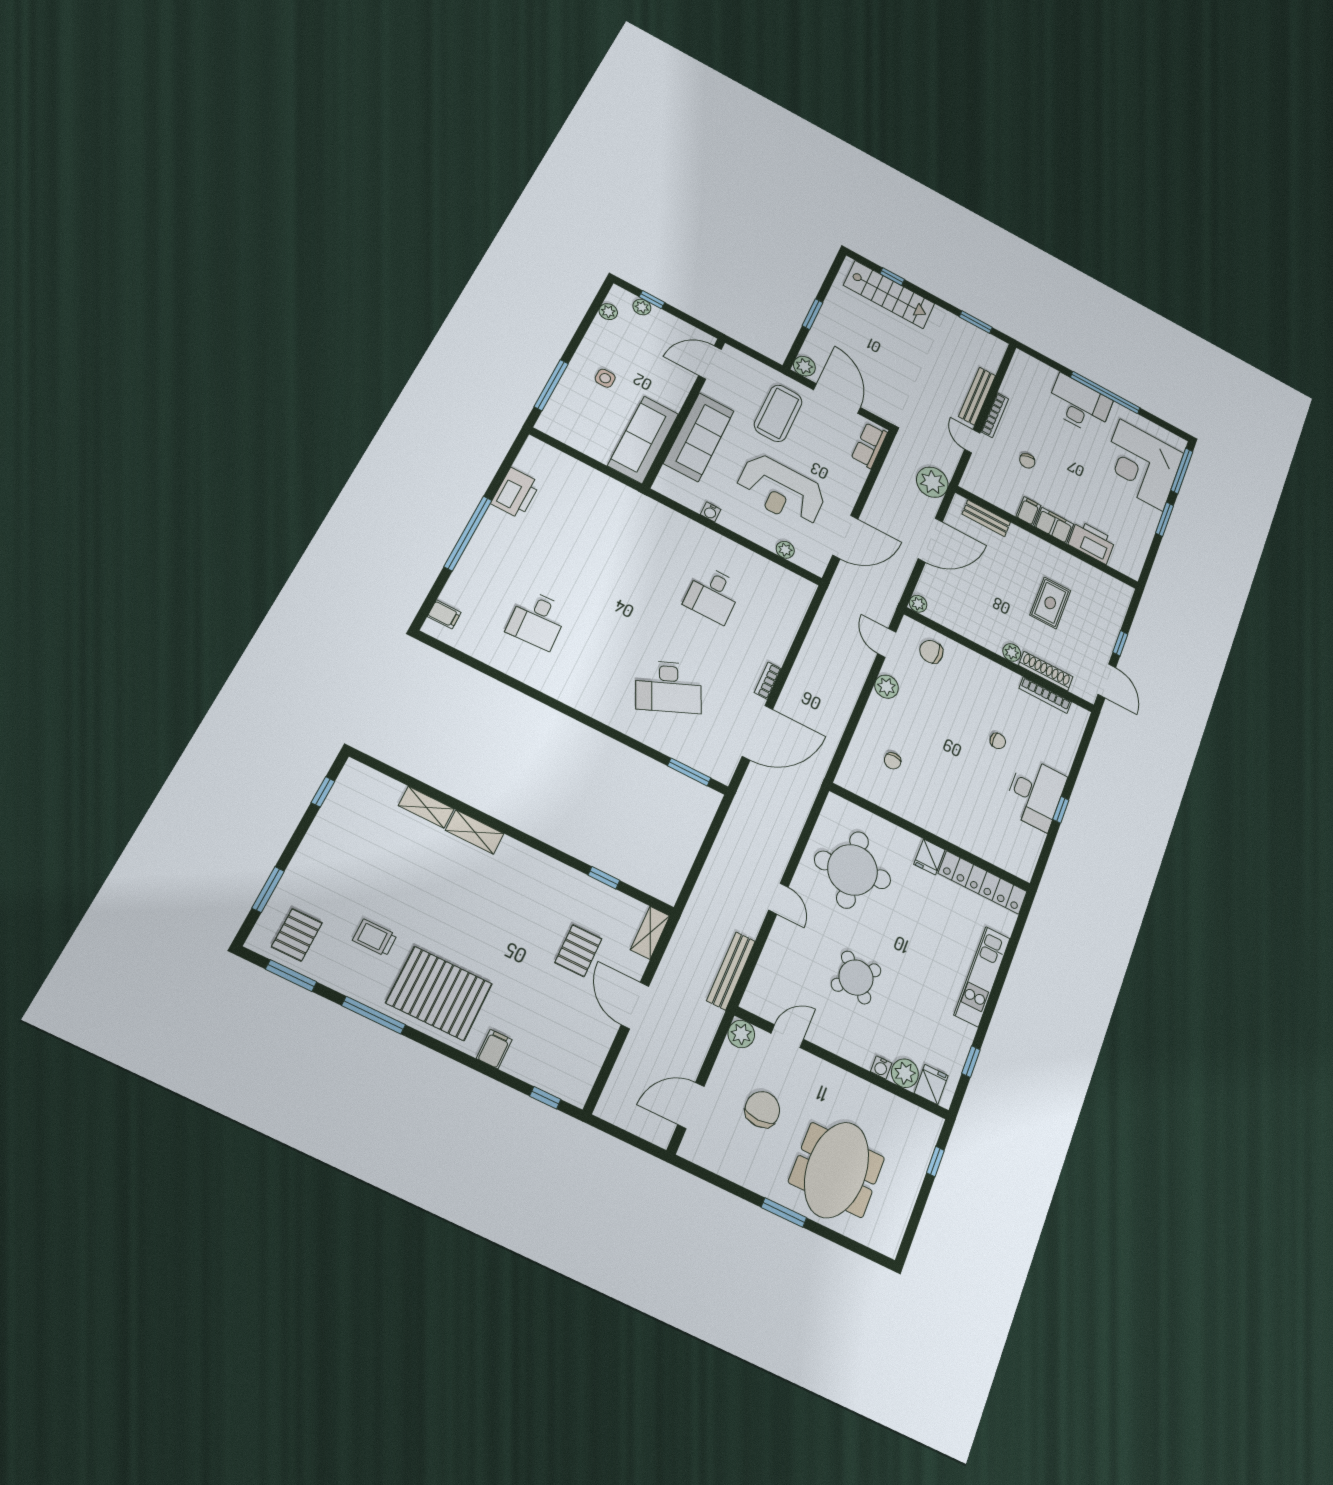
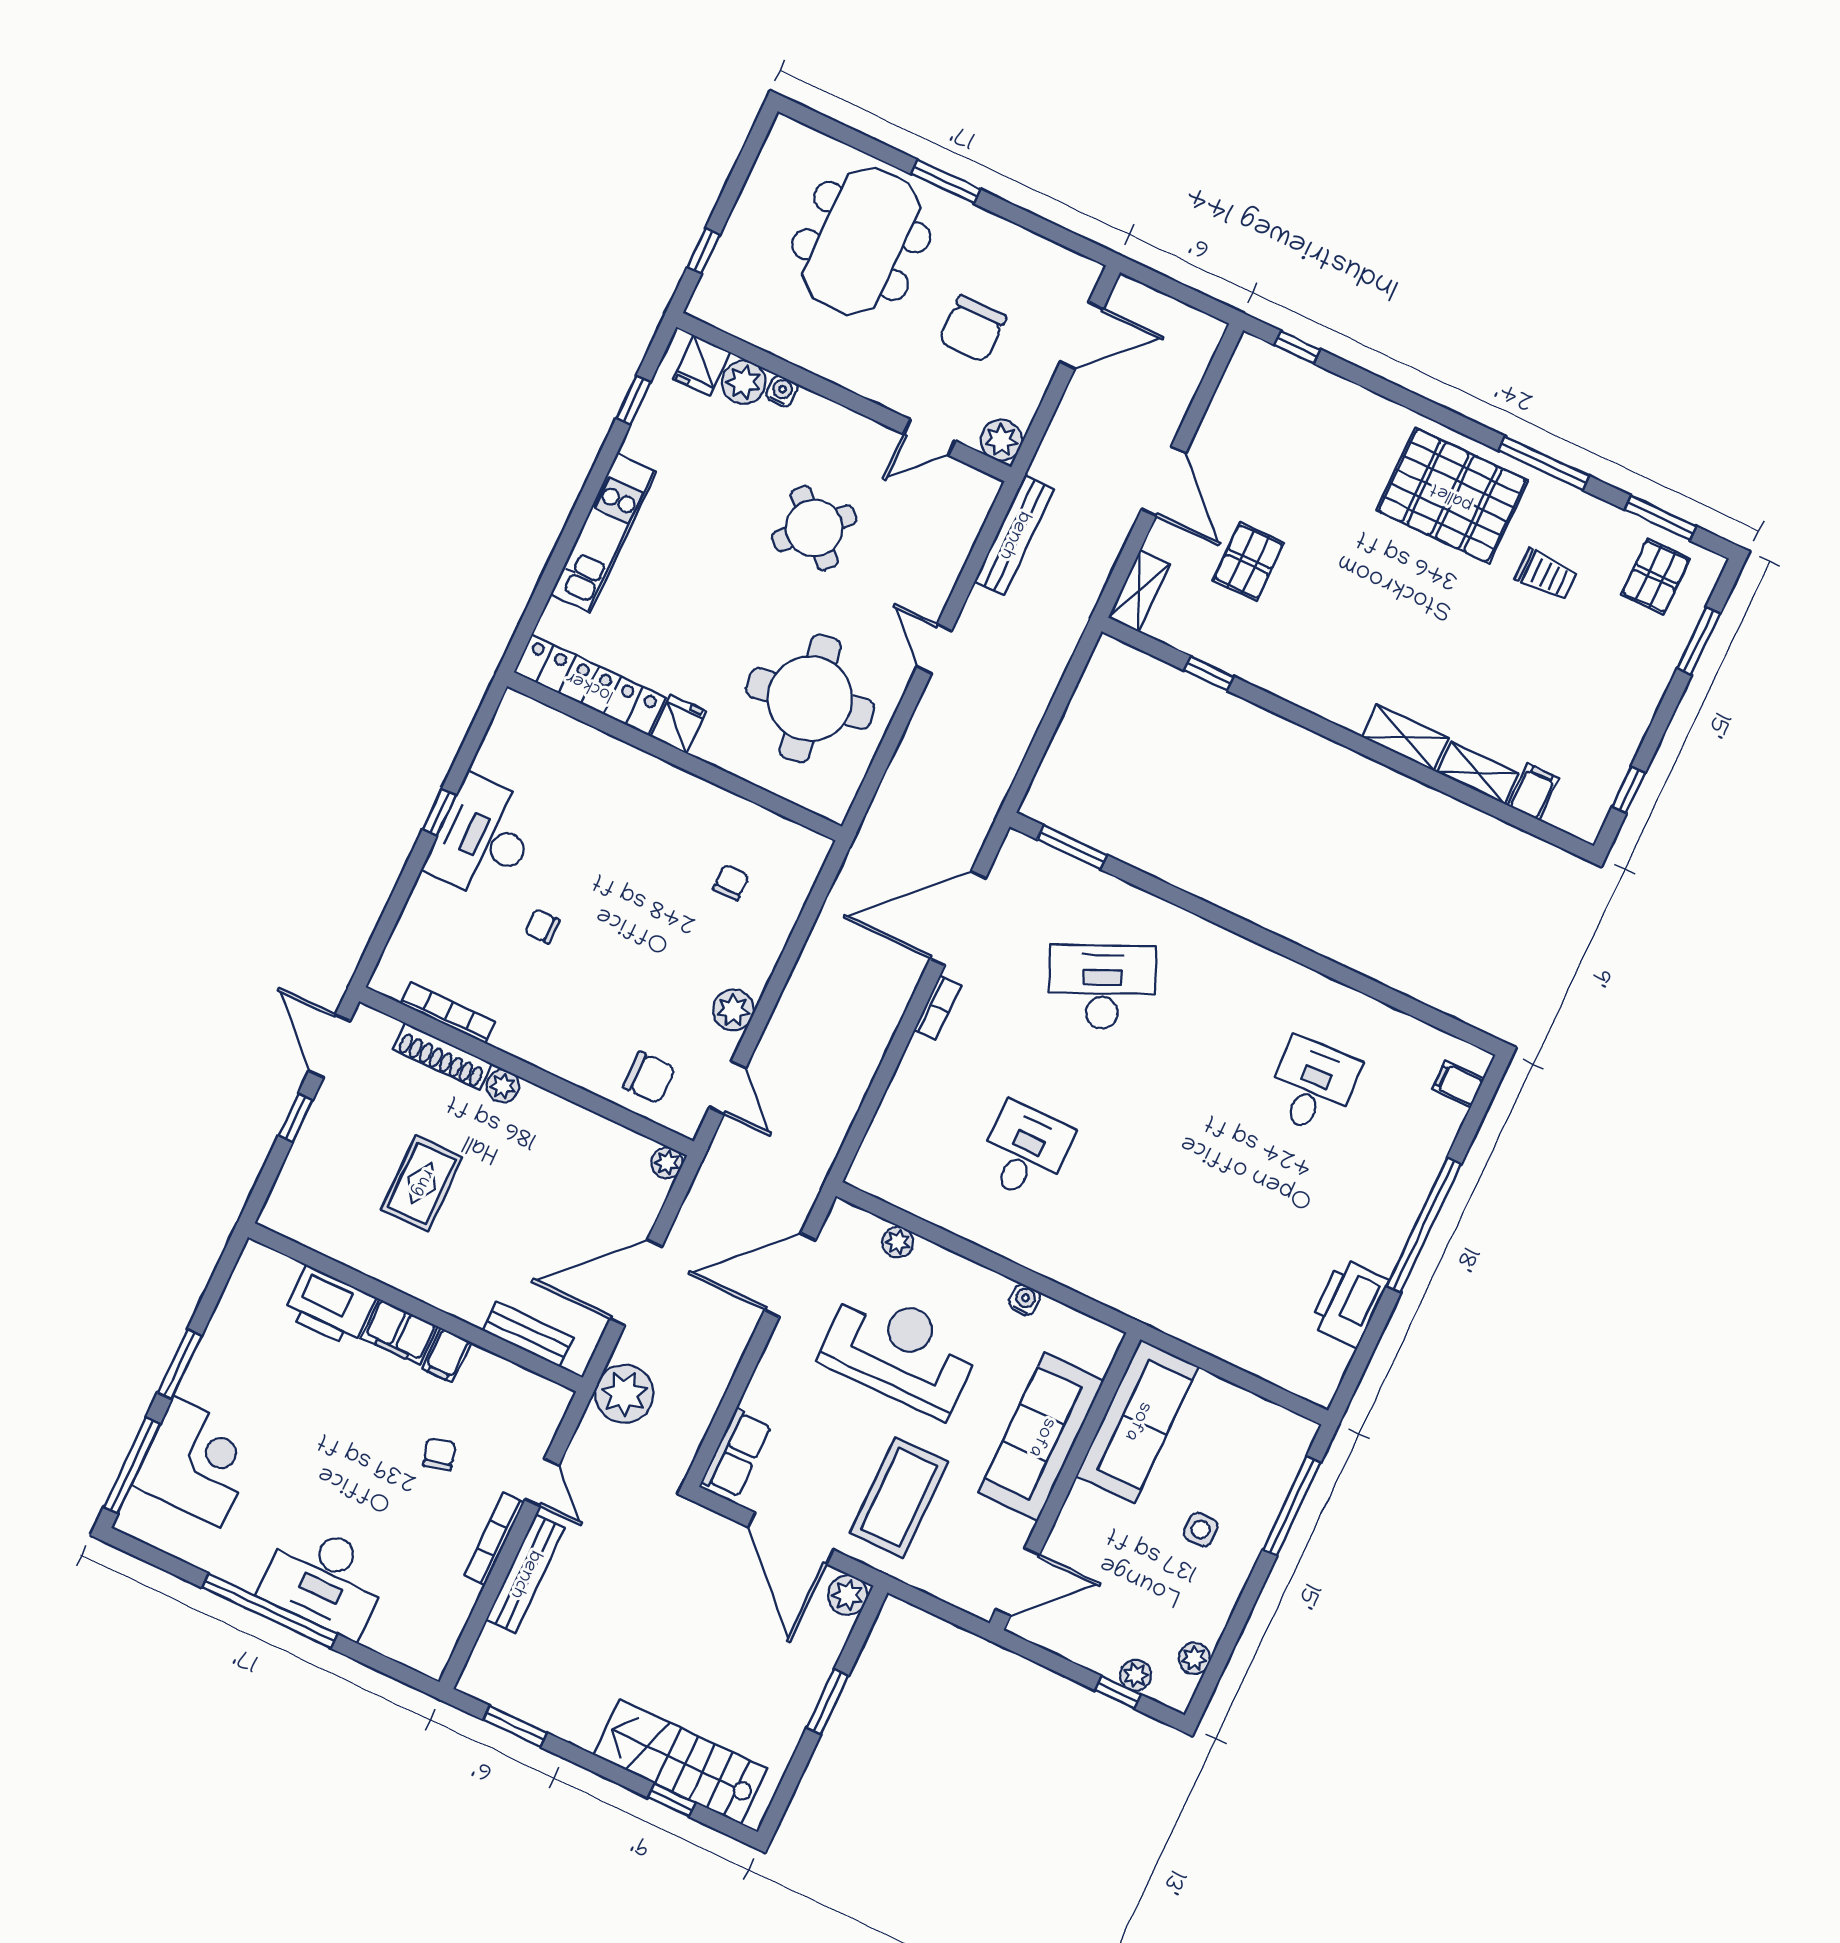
corner desk: (1141, 465) -> (197, 1462), width x0.74, depth x0.74
filing cabinet: (494, 1049) -> (1533, 792), moved, turned 180

